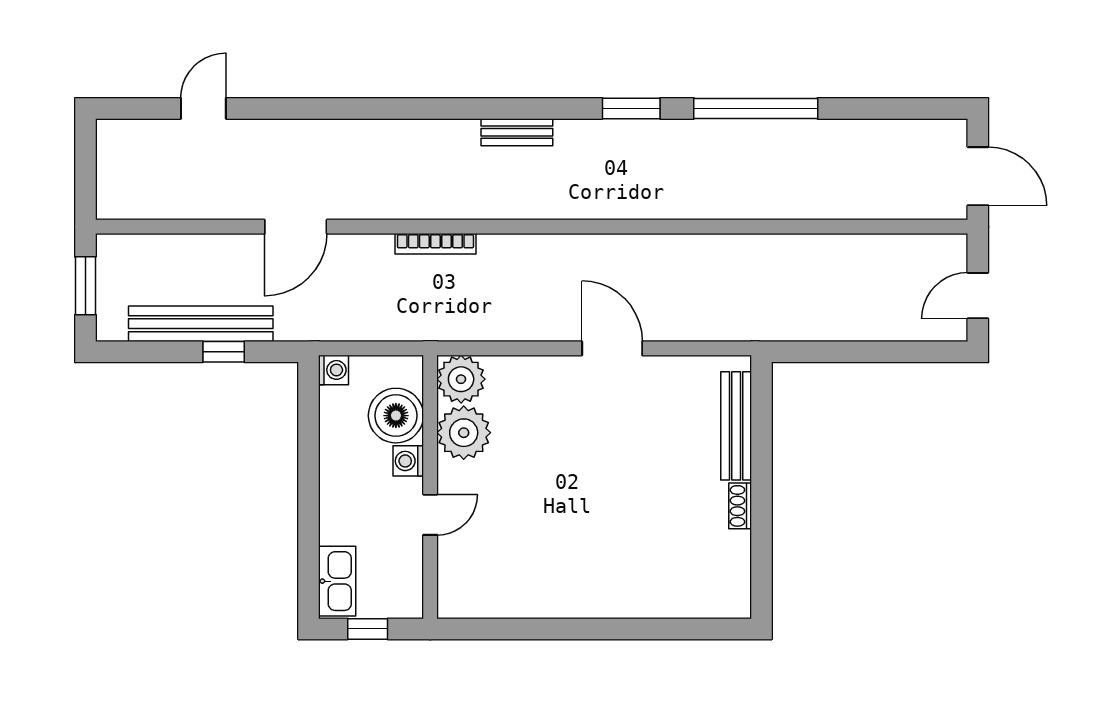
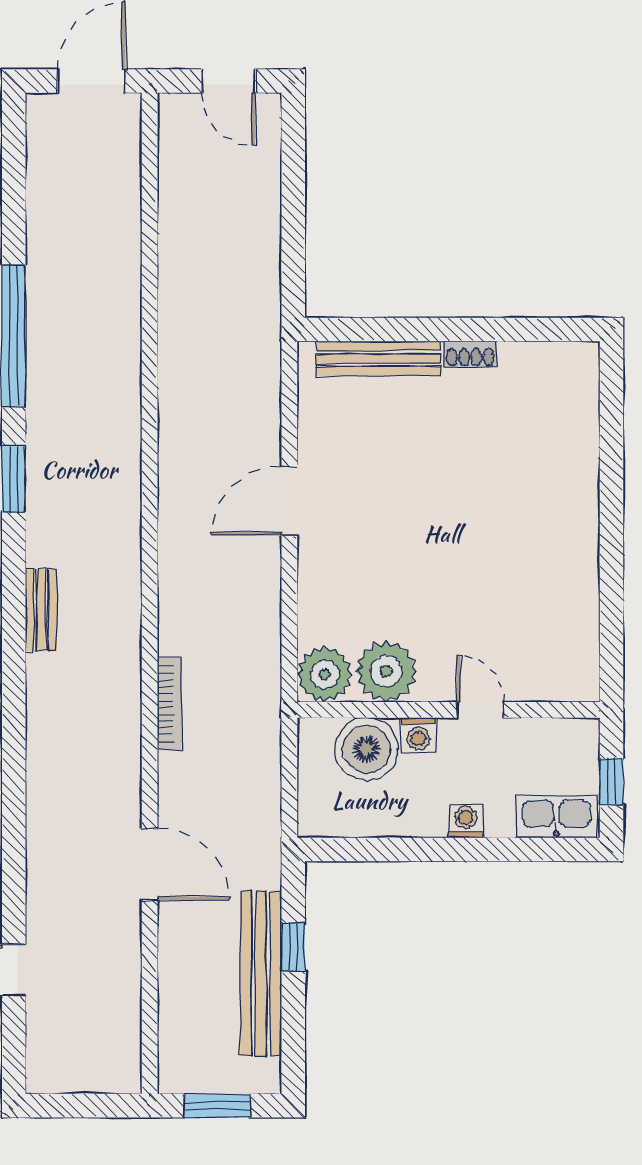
washing machine: (333, 370) -> (466, 821), moved

